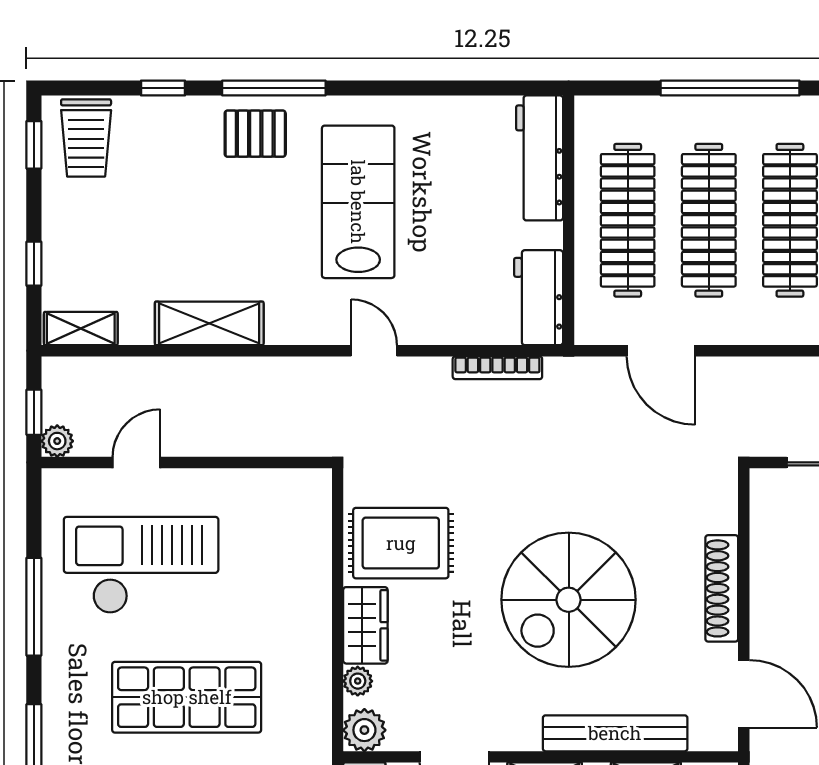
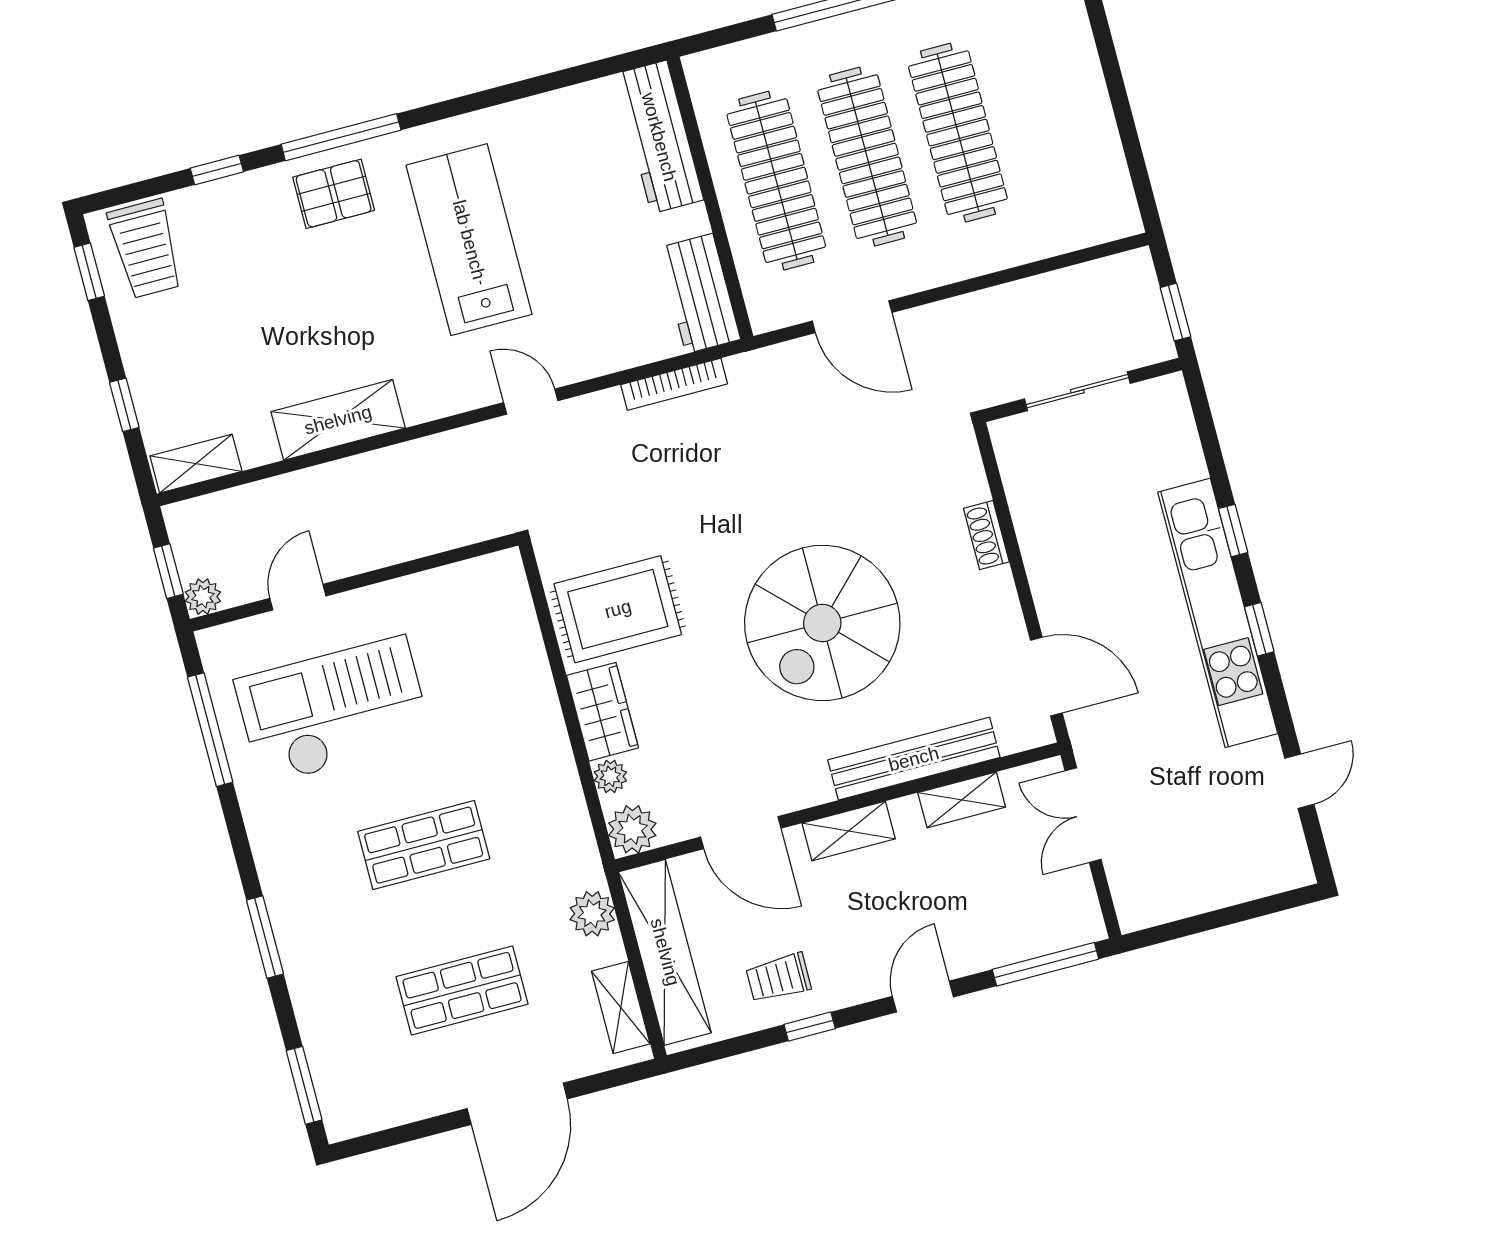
shoe rack: (722, 588) -> (986, 535), width x0.51, depth x0.81
window: (34, 607) -> (210, 730), moved
shop shelf: (187, 697) -> (424, 845), width x0.70, depth x0.74

